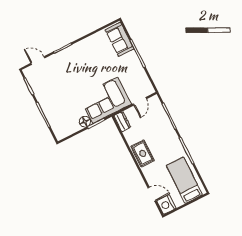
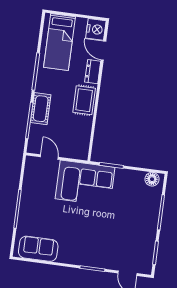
sofa: (119, 39) -> (38, 249), moved, turned -90
door: (140, 101) -> (49, 157), hinge flipped
floor lamp: (85, 122) -> (152, 179), moved
dresser: (122, 122) -> (93, 72), moved
cot: (167, 129) -> (41, 109), added

